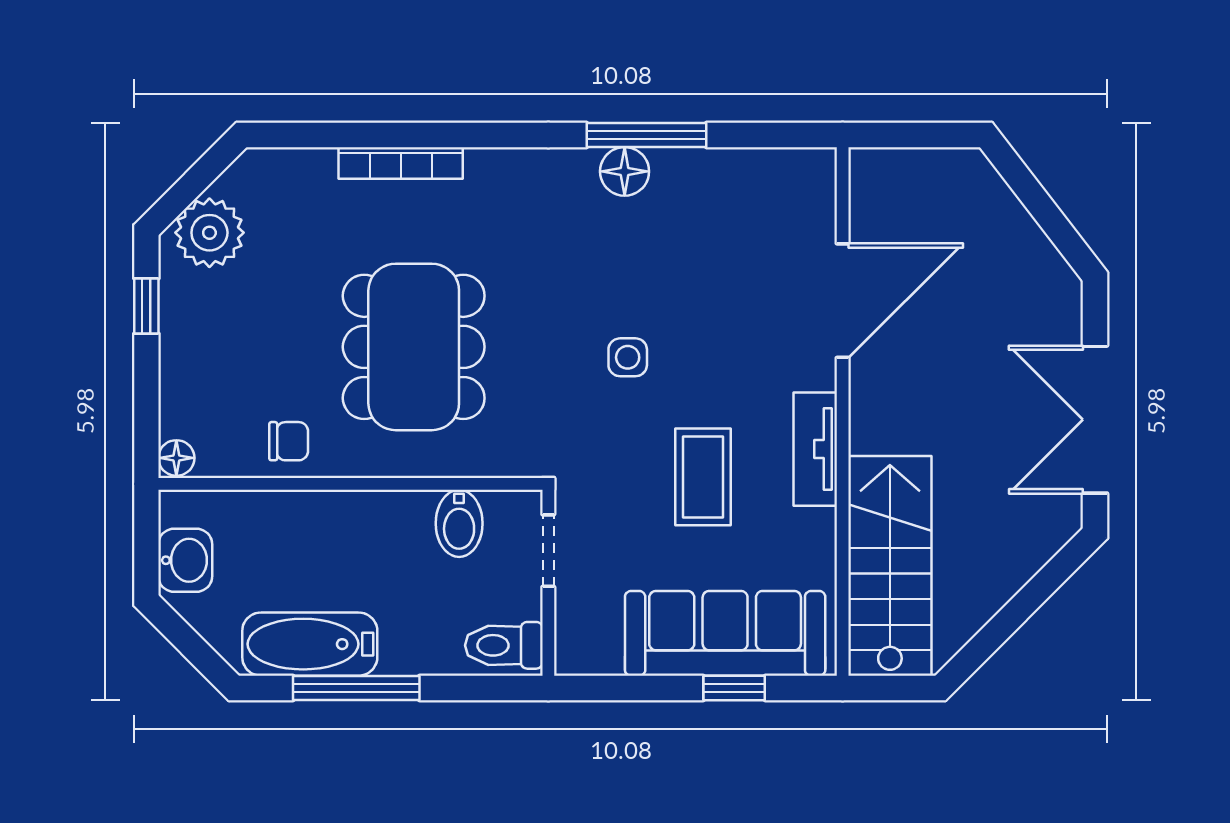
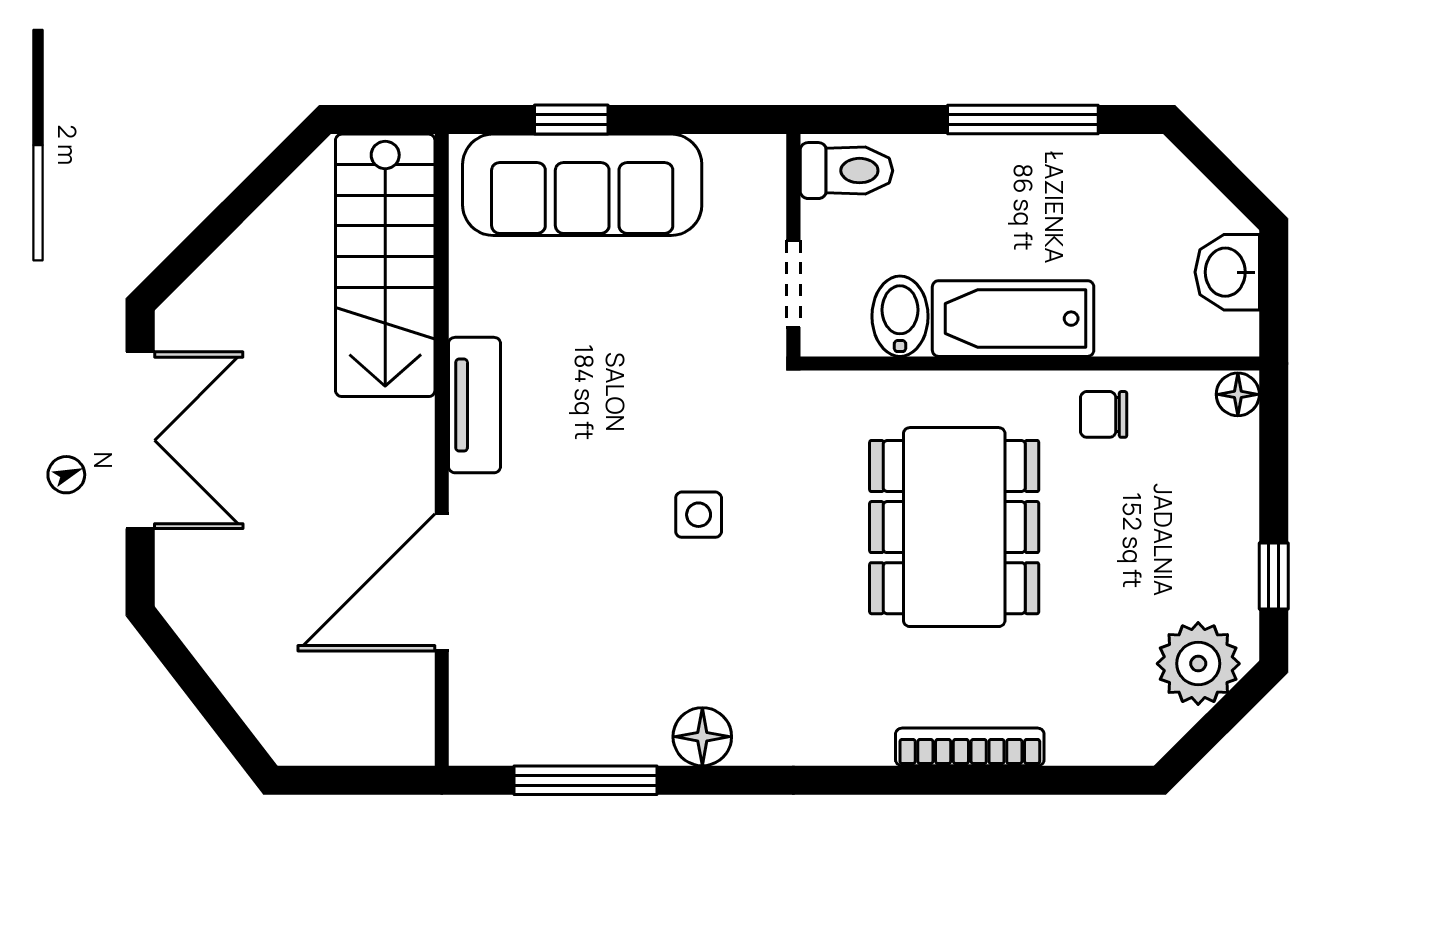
window: (647, 135) -> (585, 780), moved
coffee table: (703, 477) -> (609, 372), removed
bathtub: (310, 644) -> (1013, 319), moved, turned 180

